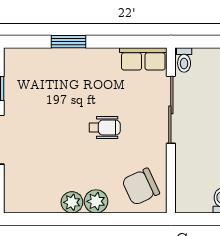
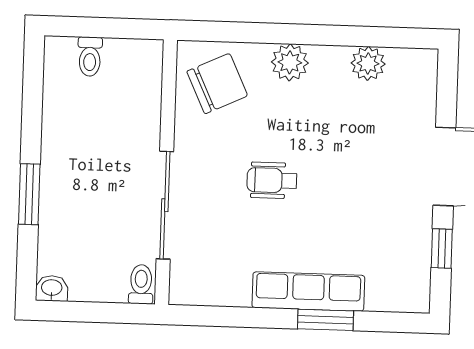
row of seats: (143, 59) -> (308, 292), moved, width x1.48
plant: (72, 202) -> (368, 63), moved

